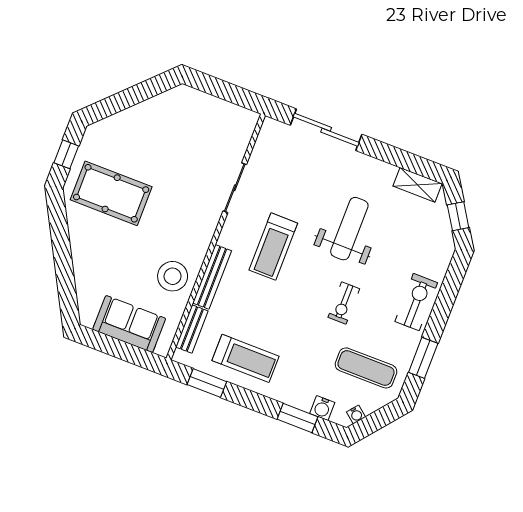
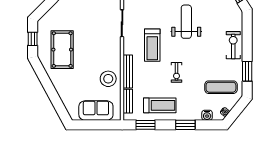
pool table: (111, 193) -> (62, 50), turned 90
exercise bike: (344, 303) -> (177, 72), moved
window: (297, 418) -> (185, 125), moved

